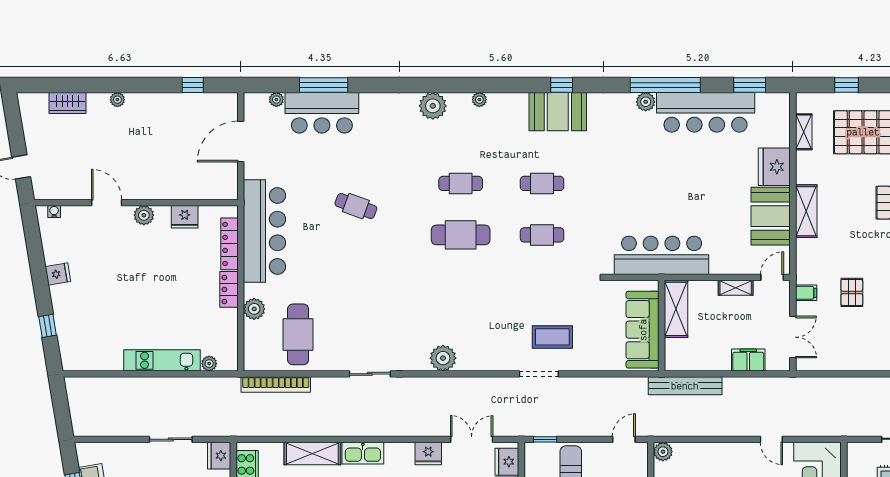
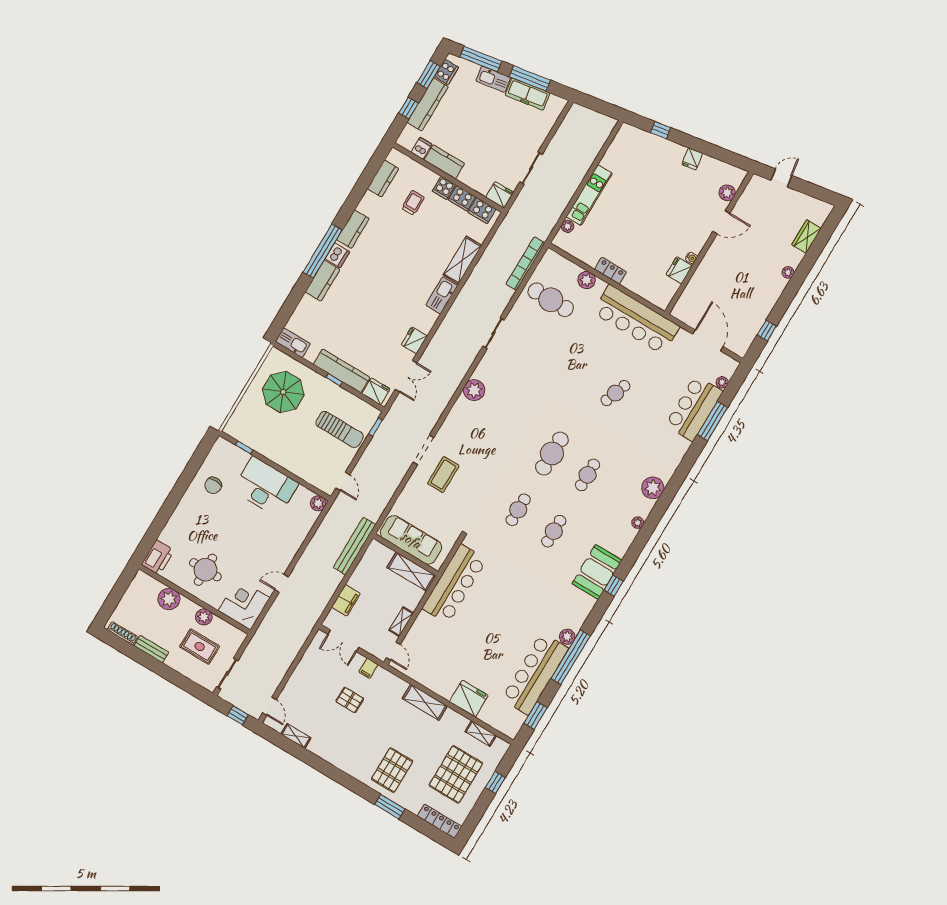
water cooler: (54, 211) -> (691, 258), moved
plant: (144, 215) -> (727, 193), moved
booth: (771, 216) -> (436, 676), removed
locker: (229, 244) -> (642, 290), removed

